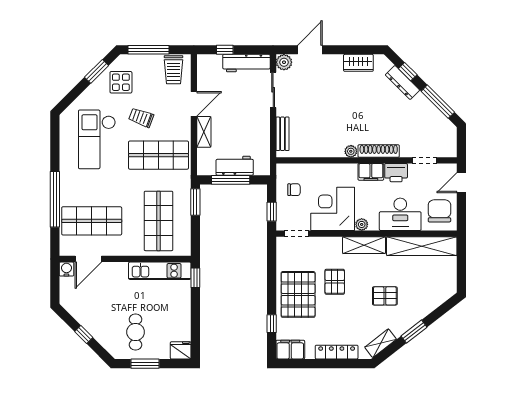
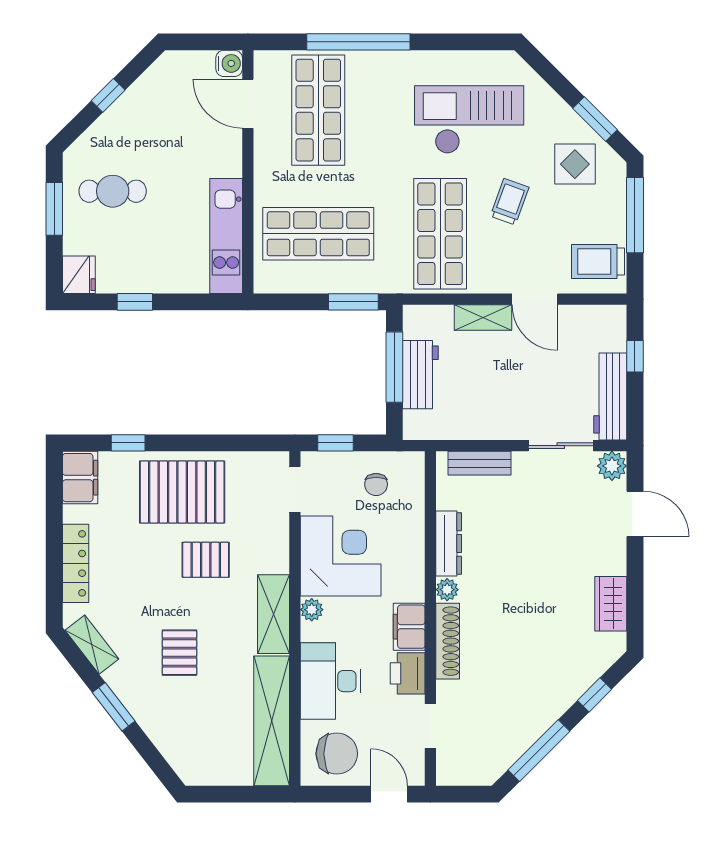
dresser: (402, 83) -> (449, 543), moved, turned 135
window: (195, 278) -> (135, 302), moved

